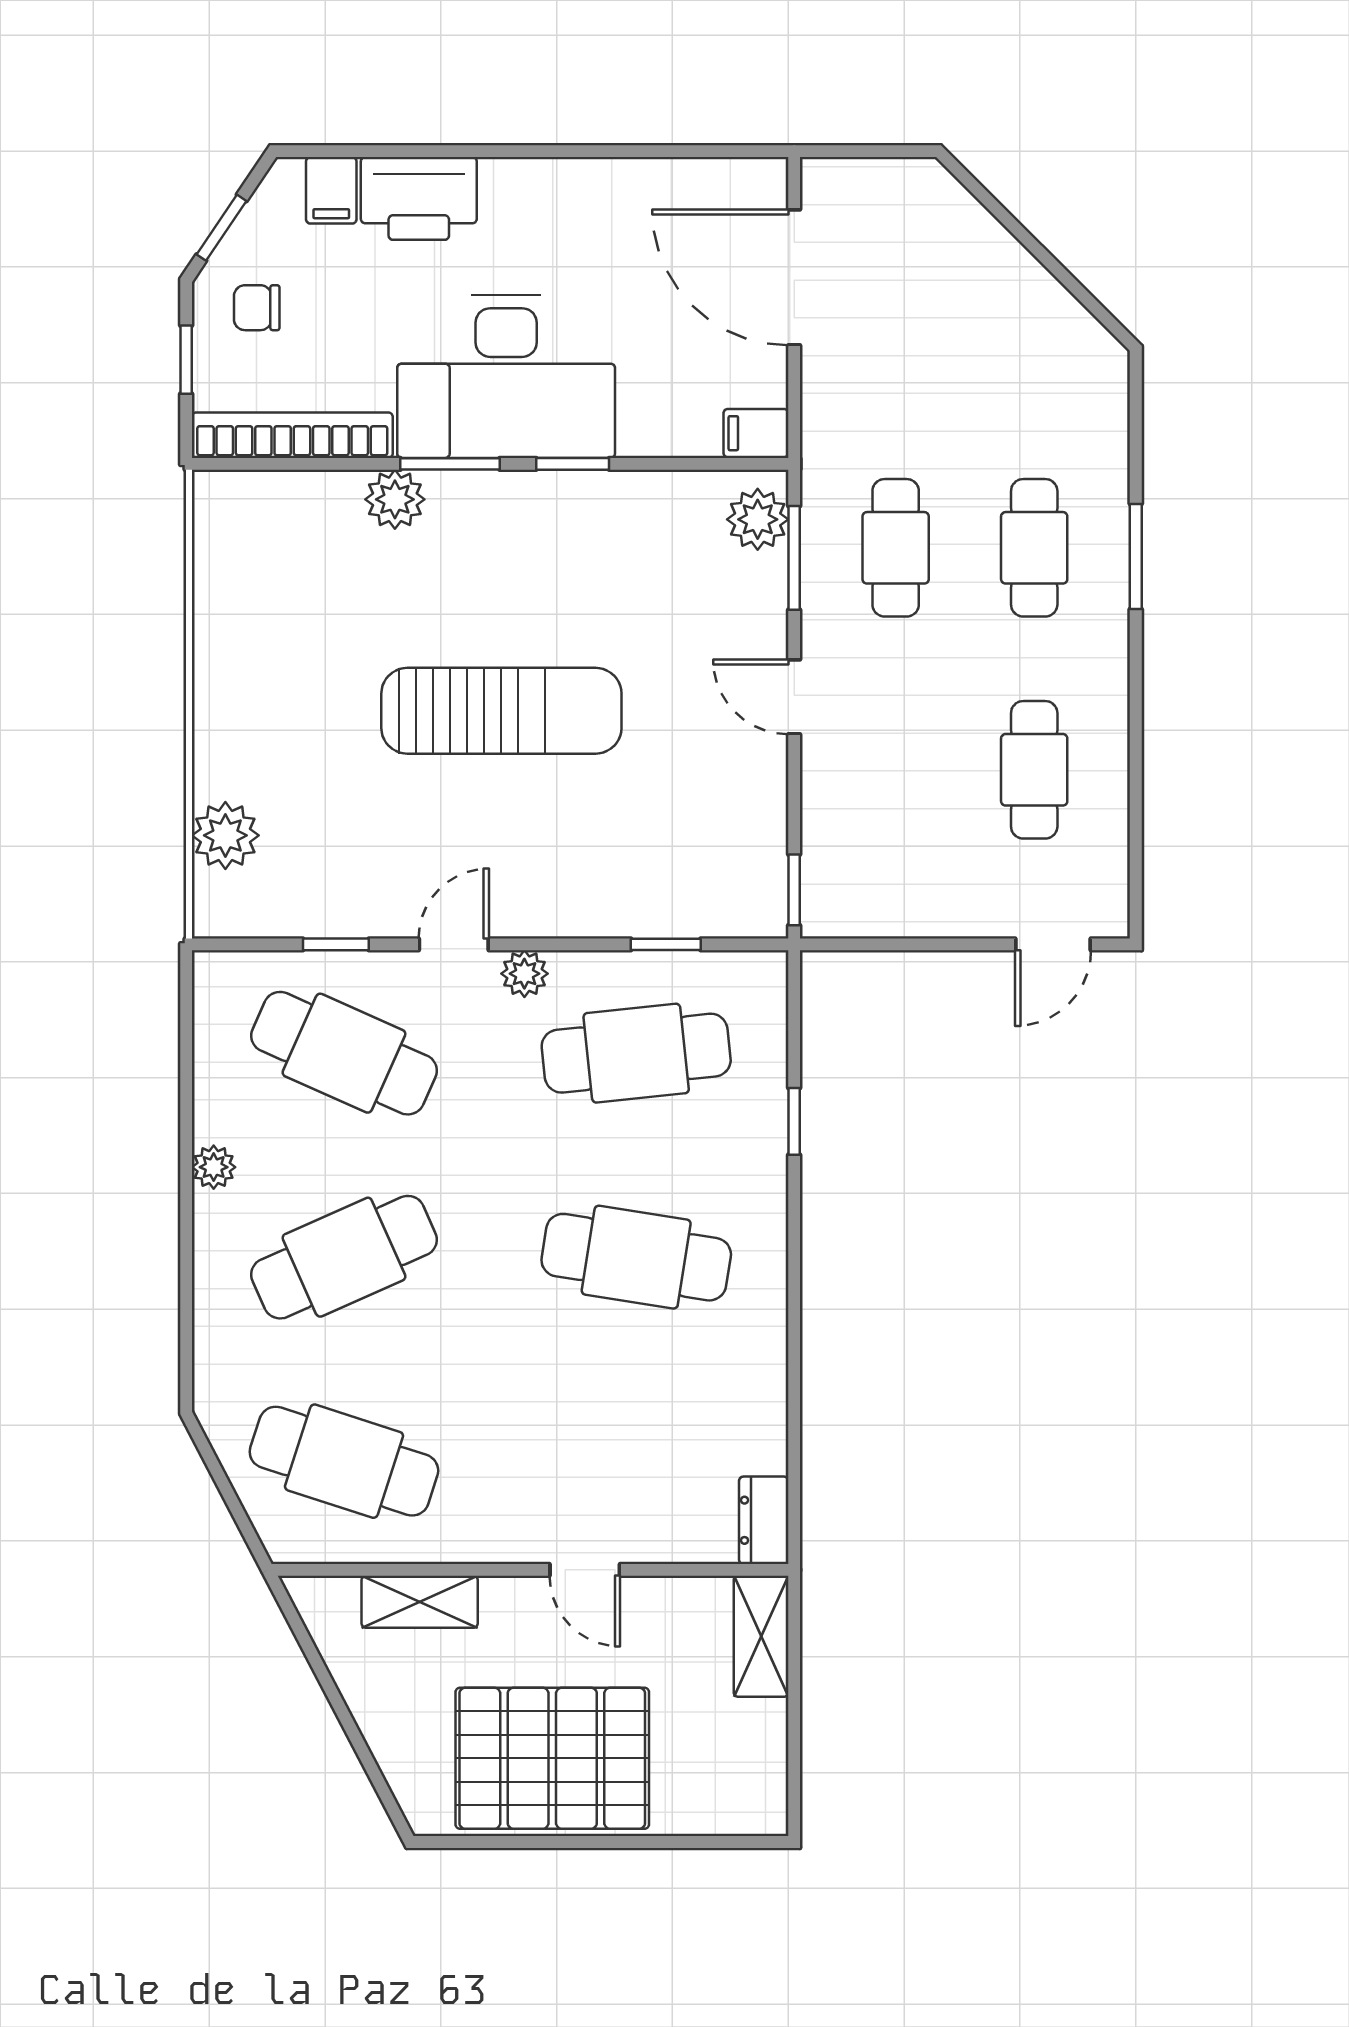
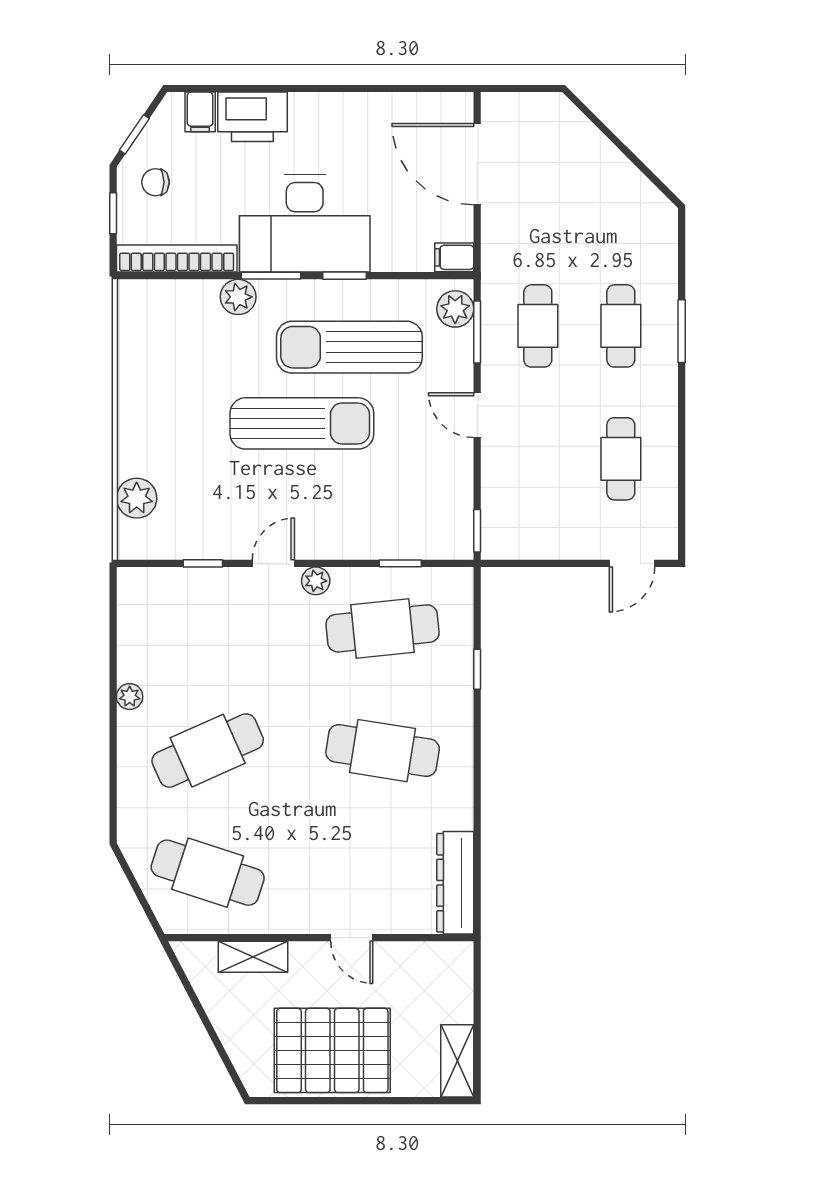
sun lounger: (581, 583) -> (349, 347), added
cafe table: (344, 1053) -> (208, 628), removed
dresser: (764, 1520) -> (455, 883), width x1.96, depth x1.24
shelving: (761, 1636) -> (457, 1061), moved

